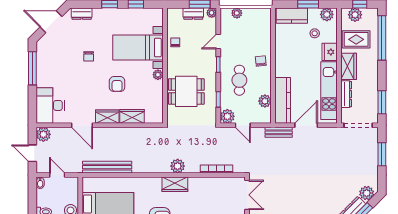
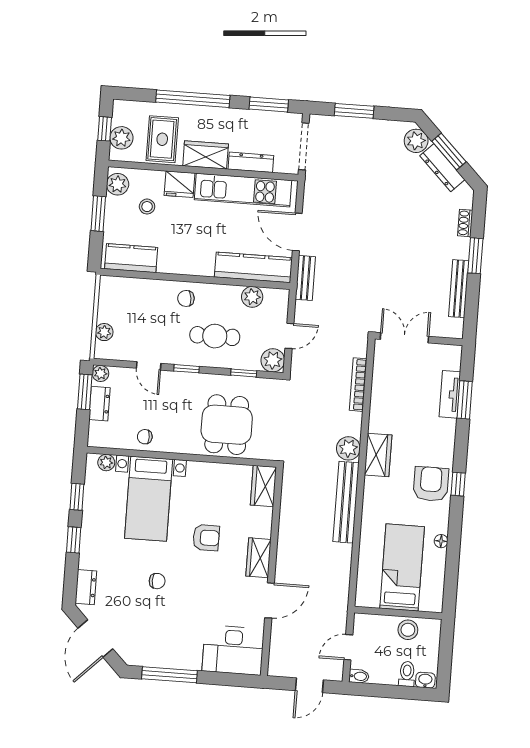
kitchen counter: (292, 16) -> (131, 258), moved, turned -90
window: (382, 38) -> (193, 99), moved
plant: (158, 75) -> (106, 463), moved
wardrobe: (132, 116) -> (263, 486), moved
plant: (43, 134) -> (280, 665), removed
bench: (107, 167) -> (346, 502), moved

